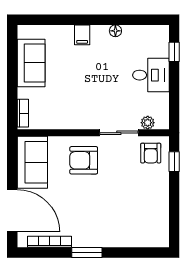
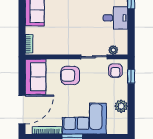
plant: (159, 206) -> (121, 106), added
door: (12, 211) -> (22, 109), hinge flipped
corner sofa: (105, 224) -> (84, 119), added

